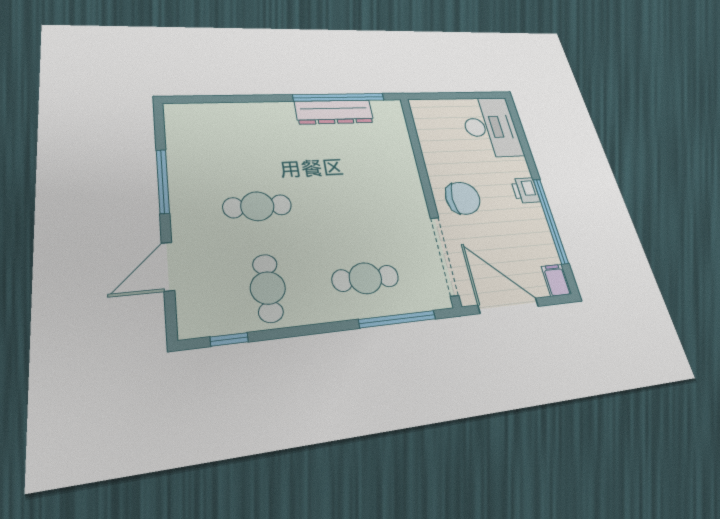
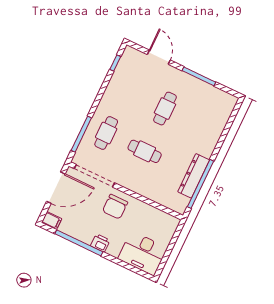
cafe table: (268, 288) -> (145, 151), moved

